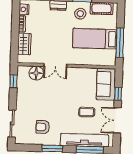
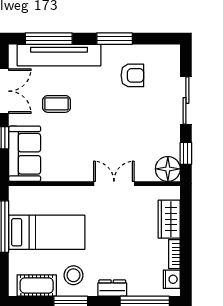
floor lamp: (36, 73) -> (168, 169), moved
sliding door: (12, 123) -> (186, 100), moved

